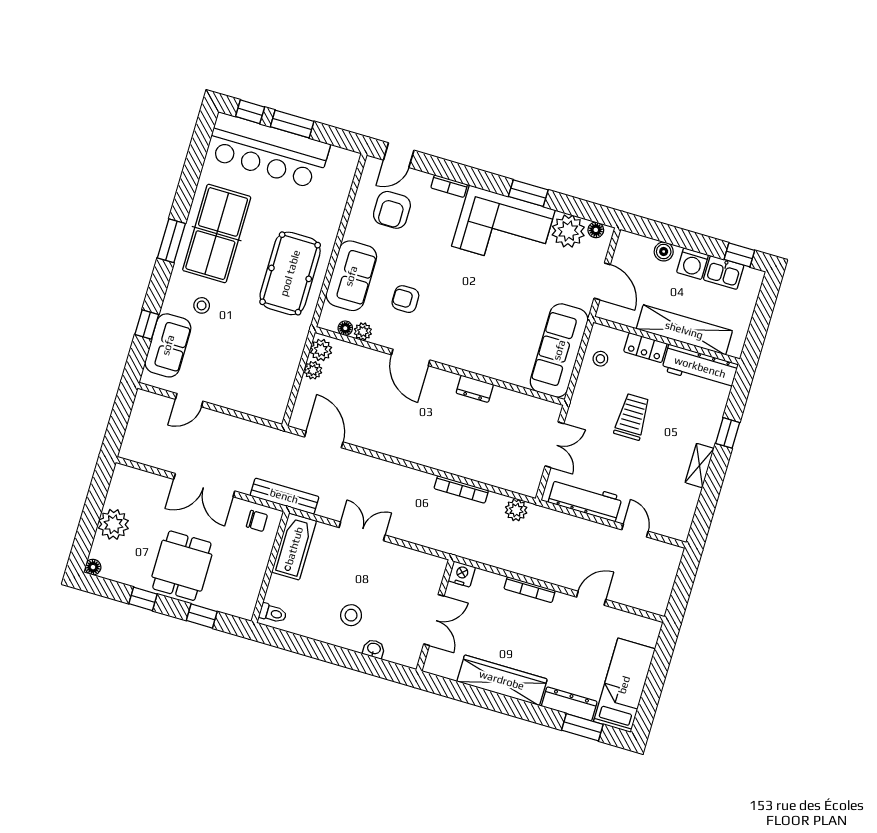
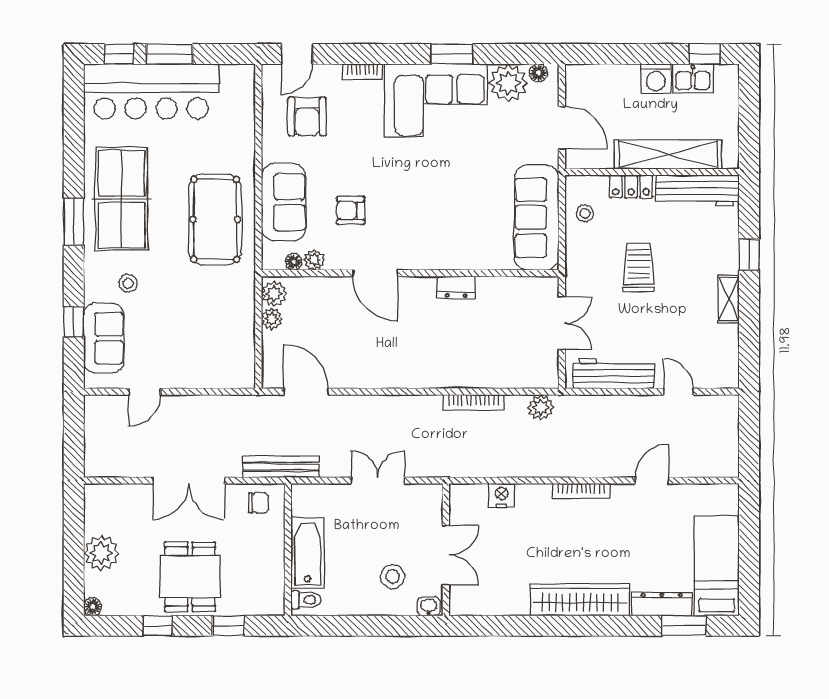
boiler: (664, 252) -> (620, 75), removed
bathtub: (294, 546) -> (308, 553), moved
wall: (435, 615) -> (446, 550), moved
double door: (434, 620) -> (446, 555), moved

